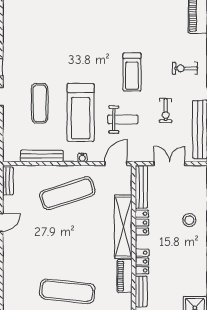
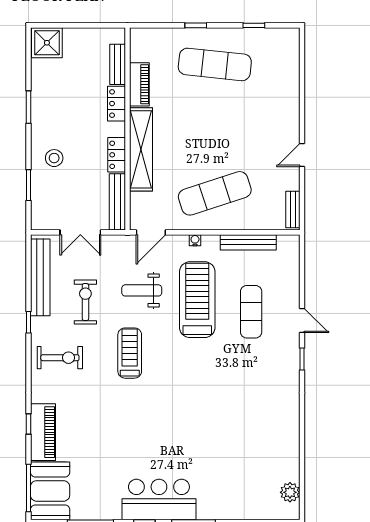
exercise bike: (185, 68) -> (60, 358), width x1.38, depth x1.39
exercise bike: (166, 111) -> (85, 302), width x1.38, depth x1.39

